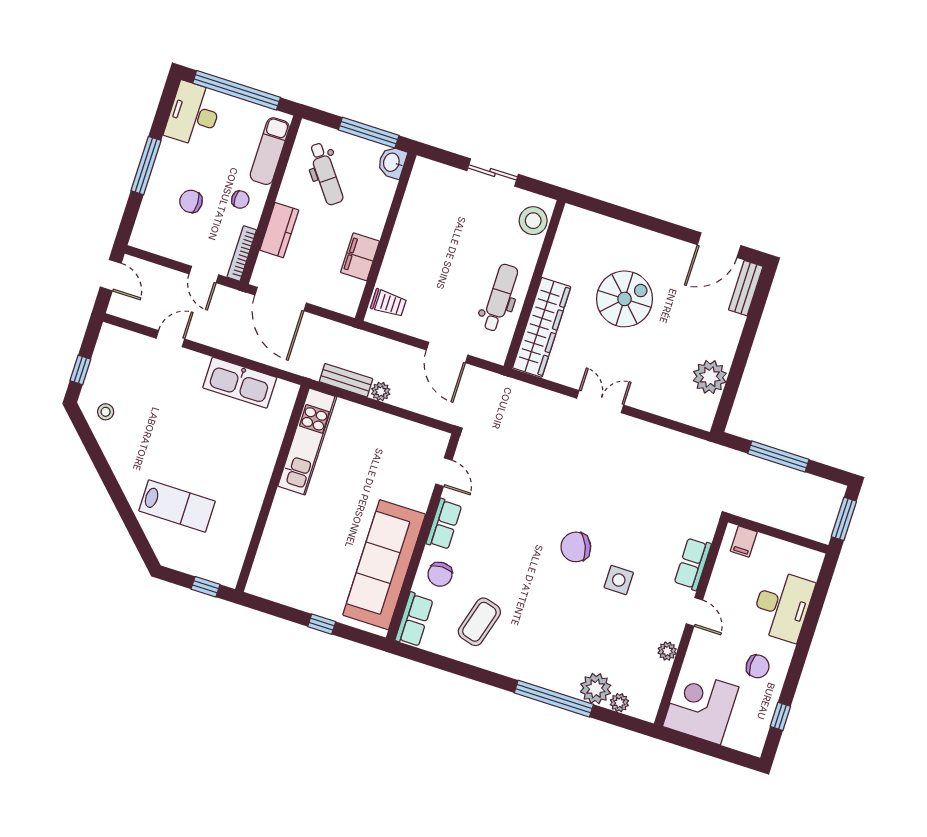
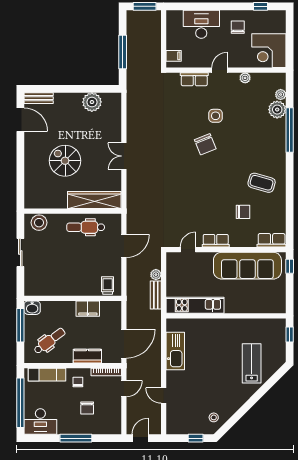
door: (444, 472) -> (188, 250), moved
row of seats: (444, 524) -> (216, 241), moved
wall: (423, 537) -> (226, 250), moved
sofa: (384, 565) -> (247, 266), moved
row of seats: (414, 620) -> (272, 240), moved

